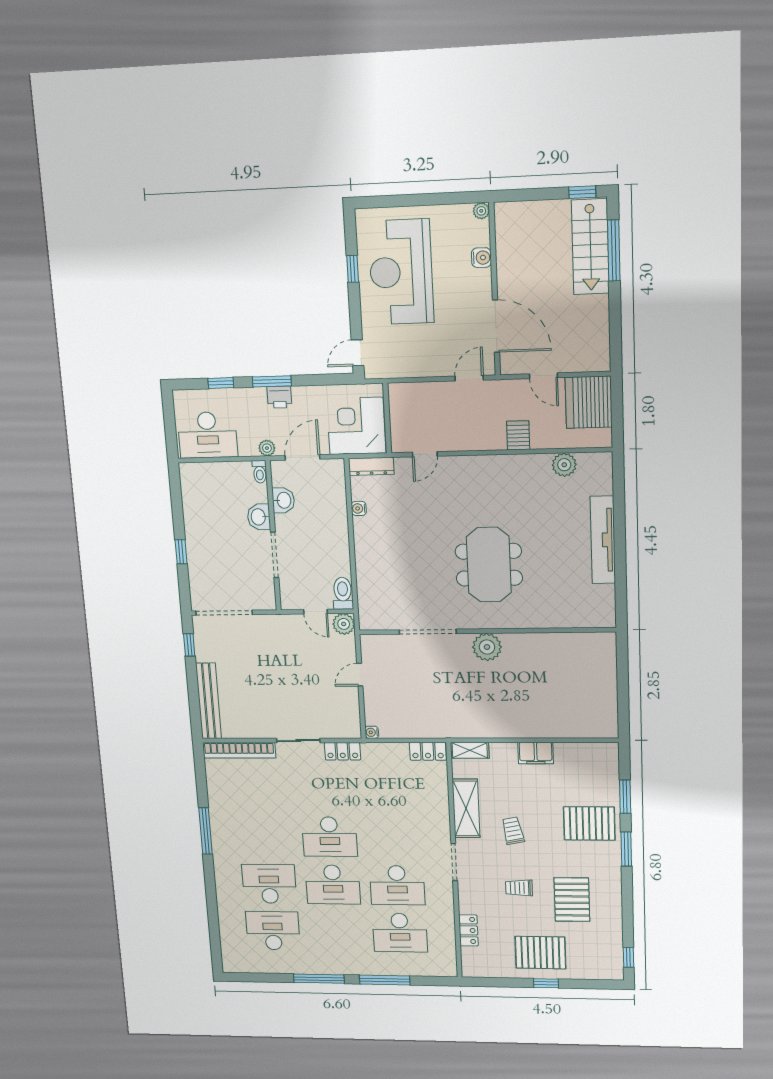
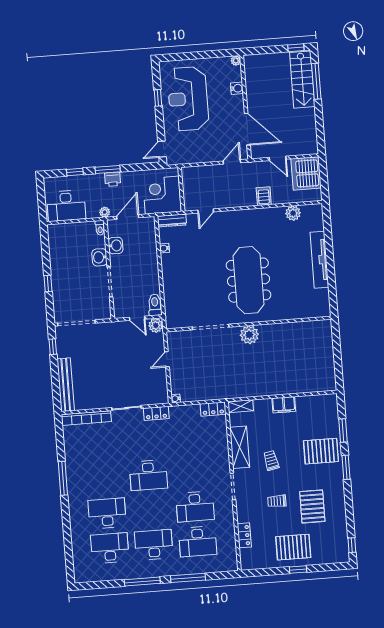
meeting table: (489, 565) -> (249, 280), width x1.36
desk: (333, 885) -> (154, 545), moved, turned 180

